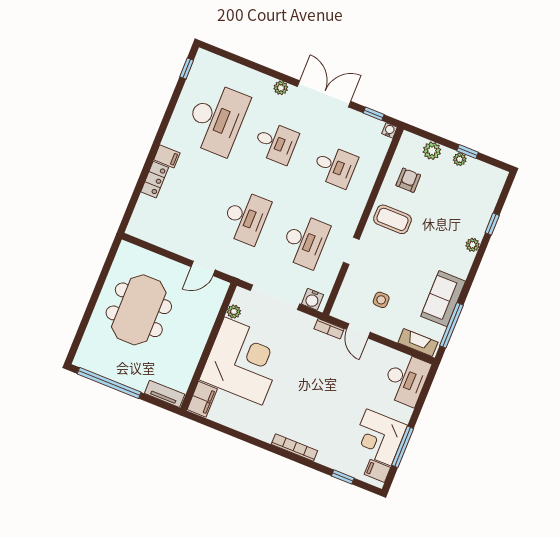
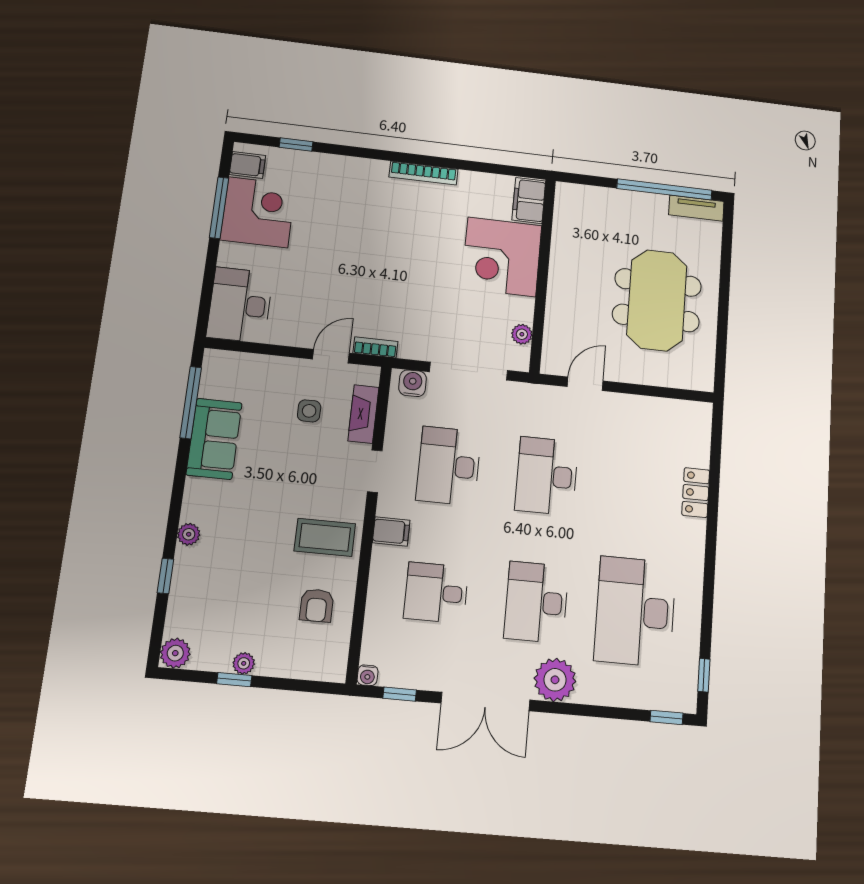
window: (218, 51) -> (667, 717), added
plant: (281, 88) -> (555, 680), width x1.87, depth x1.87
desk: (276, 143) -> (536, 602), width x1.37
plant: (432, 151) -> (175, 653), moved
filing cabinet: (167, 156) -> (391, 531), moved, turned 180
door: (358, 331) -> (331, 356), hinge flipped
fireplace: (418, 342) -> (363, 414), moved, turned 90
corner desk: (243, 361) -> (502, 257), width x0.74, depth x0.74
tv unit: (165, 394) -> (696, 208), moved
bookcase: (294, 448) -> (423, 173), moved

